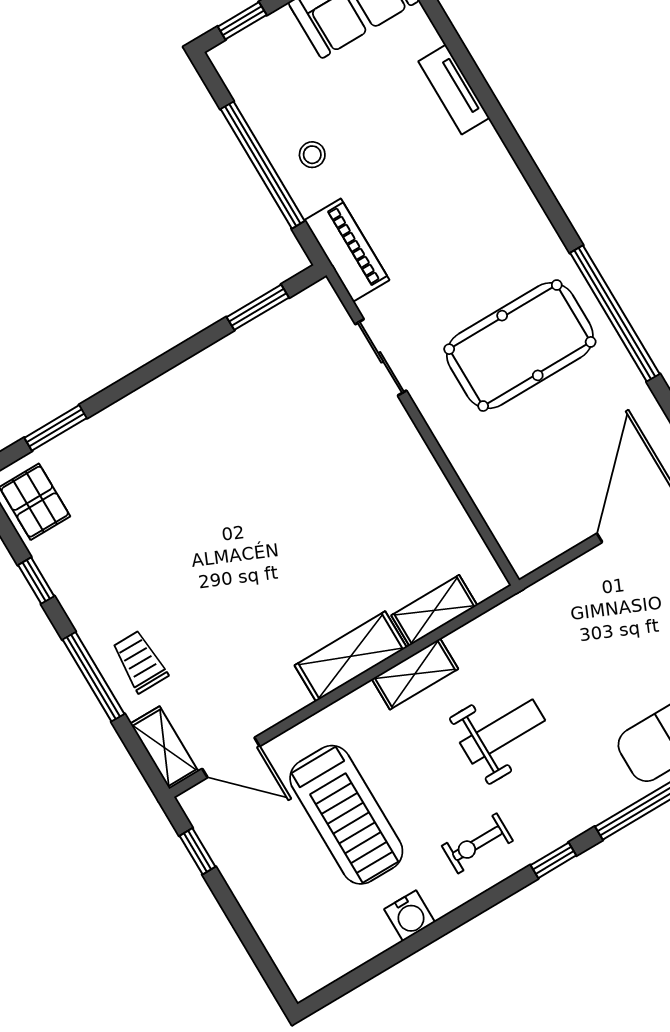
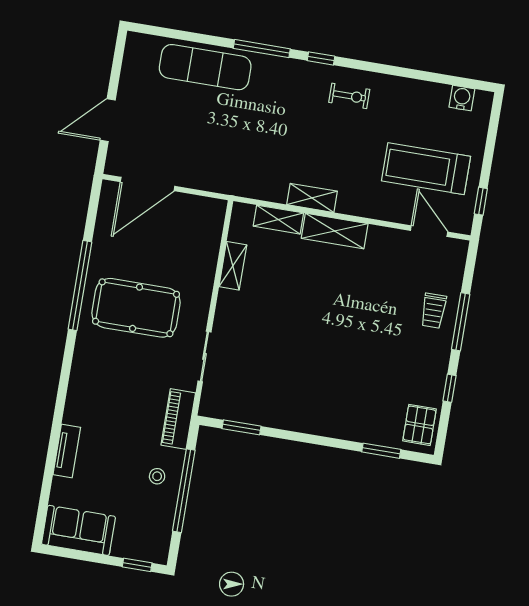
weight bench: (502, 732) -> (294, 137), removed
shelving: (164, 748) -> (233, 266), moved
treadmill: (346, 815) -> (426, 169), moved, turned -90
water cooler: (410, 916) -> (462, 98), moved

